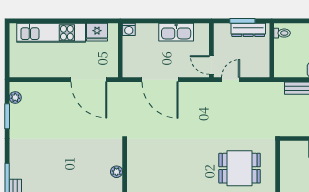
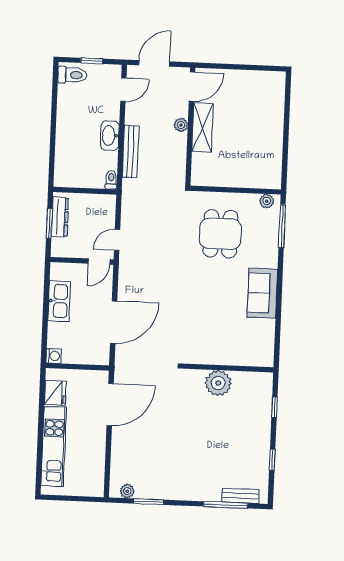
toilet: (282, 33) -> (111, 180), moved
door: (231, 80) -> (117, 240), hinge flipped
plant: (117, 172) -> (218, 383), width x1.88, depth x1.88

